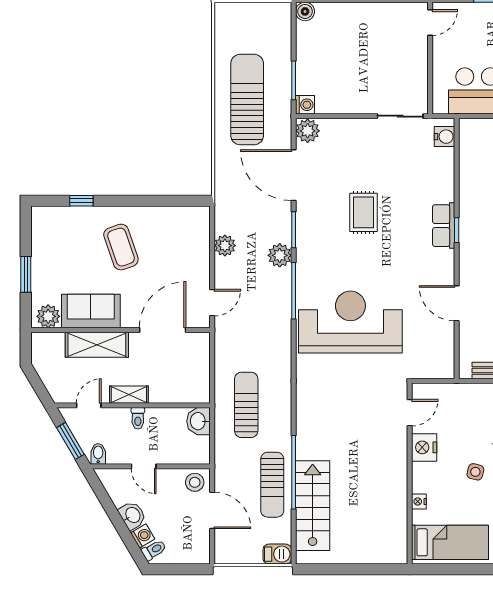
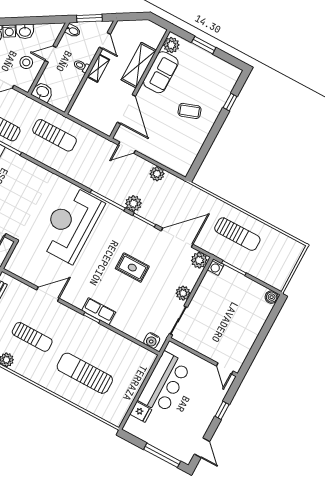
sun lounger: (247, 100) -> (237, 234), width x0.73, depth x0.75
plant: (361, 129) -> (183, 293), added
coffee table: (121, 247) -> (189, 111), width x0.73, depth x0.77
door: (212, 303) -> (127, 148), hinge flipped
reception desk: (350, 322) -> (71, 224), turned 180
washbasin: (198, 421) -> (42, 92), moved
stool: (195, 482) -> (26, 62), moved

